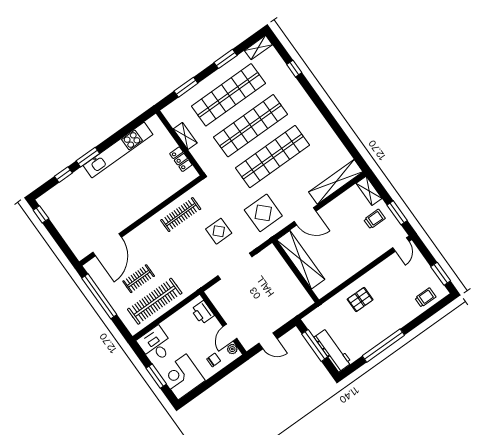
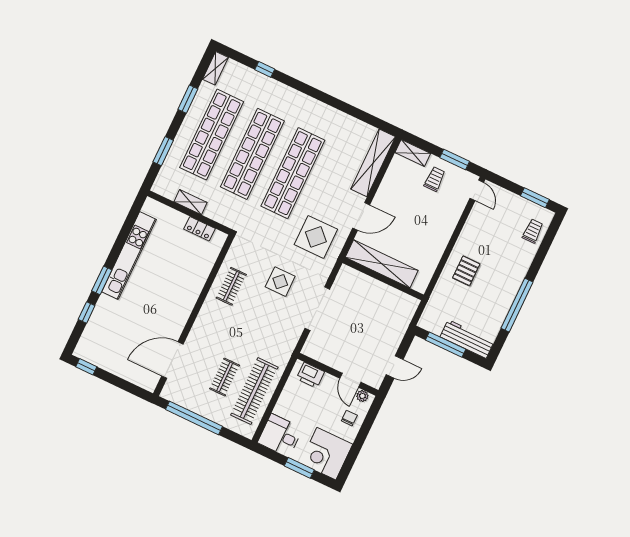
clothes rail: (181, 215) -> (231, 286), width x0.73
door: (107, 245) -> (172, 360), swing flipped

